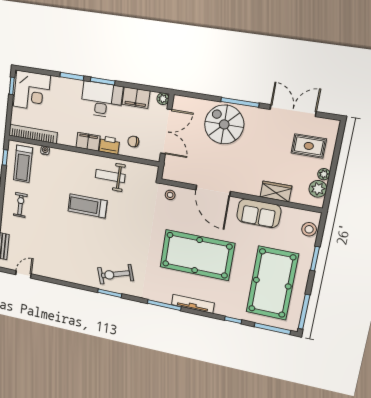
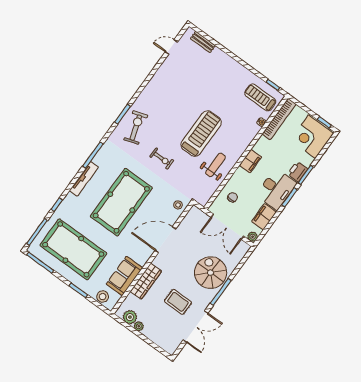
spiral stairs: (224, 124) -> (211, 273), turned -90
printer: (109, 145) -> (298, 172), moved, turned 180
rug: (309, 146) -> (178, 302), moved, turned 90
wardrobe: (276, 192) -> (146, 281), width x1.50
exercise bike: (20, 205) -> (162, 159), moved
treadmill: (87, 206) -> (201, 134), width x1.37, depth x1.38
sofa: (259, 213) -> (124, 276), moved
door: (23, 274) -> (171, 47), swing flipped

